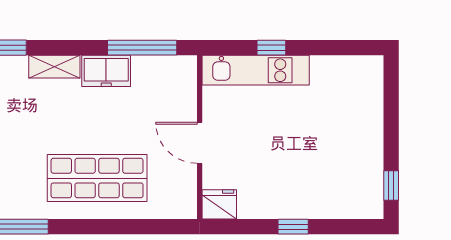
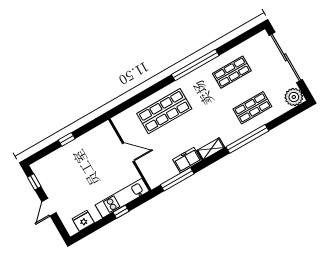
door: (391, 127) -> (49, 207), added
fridge: (219, 204) -> (83, 221), moved, turned 180

